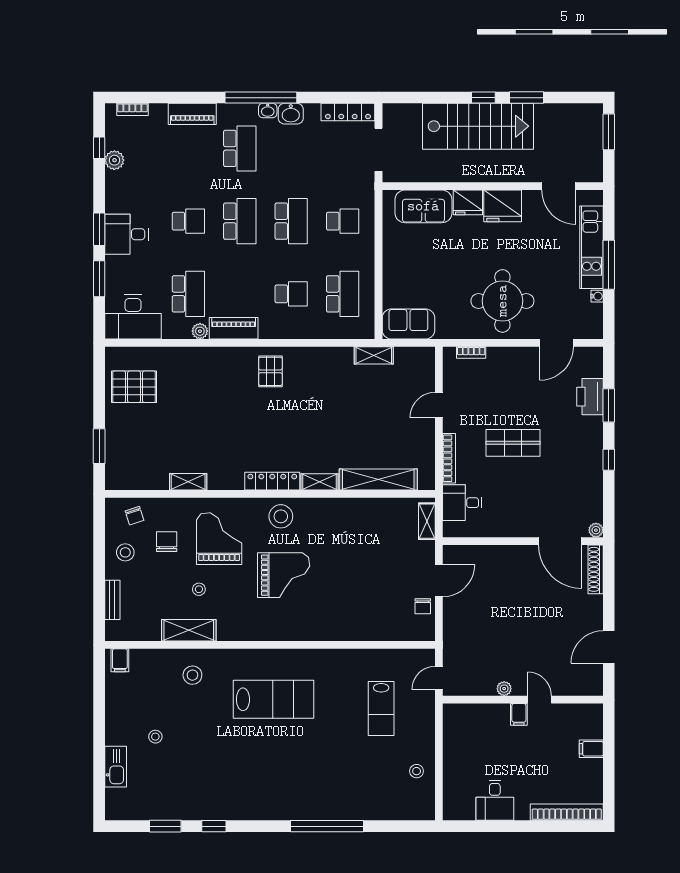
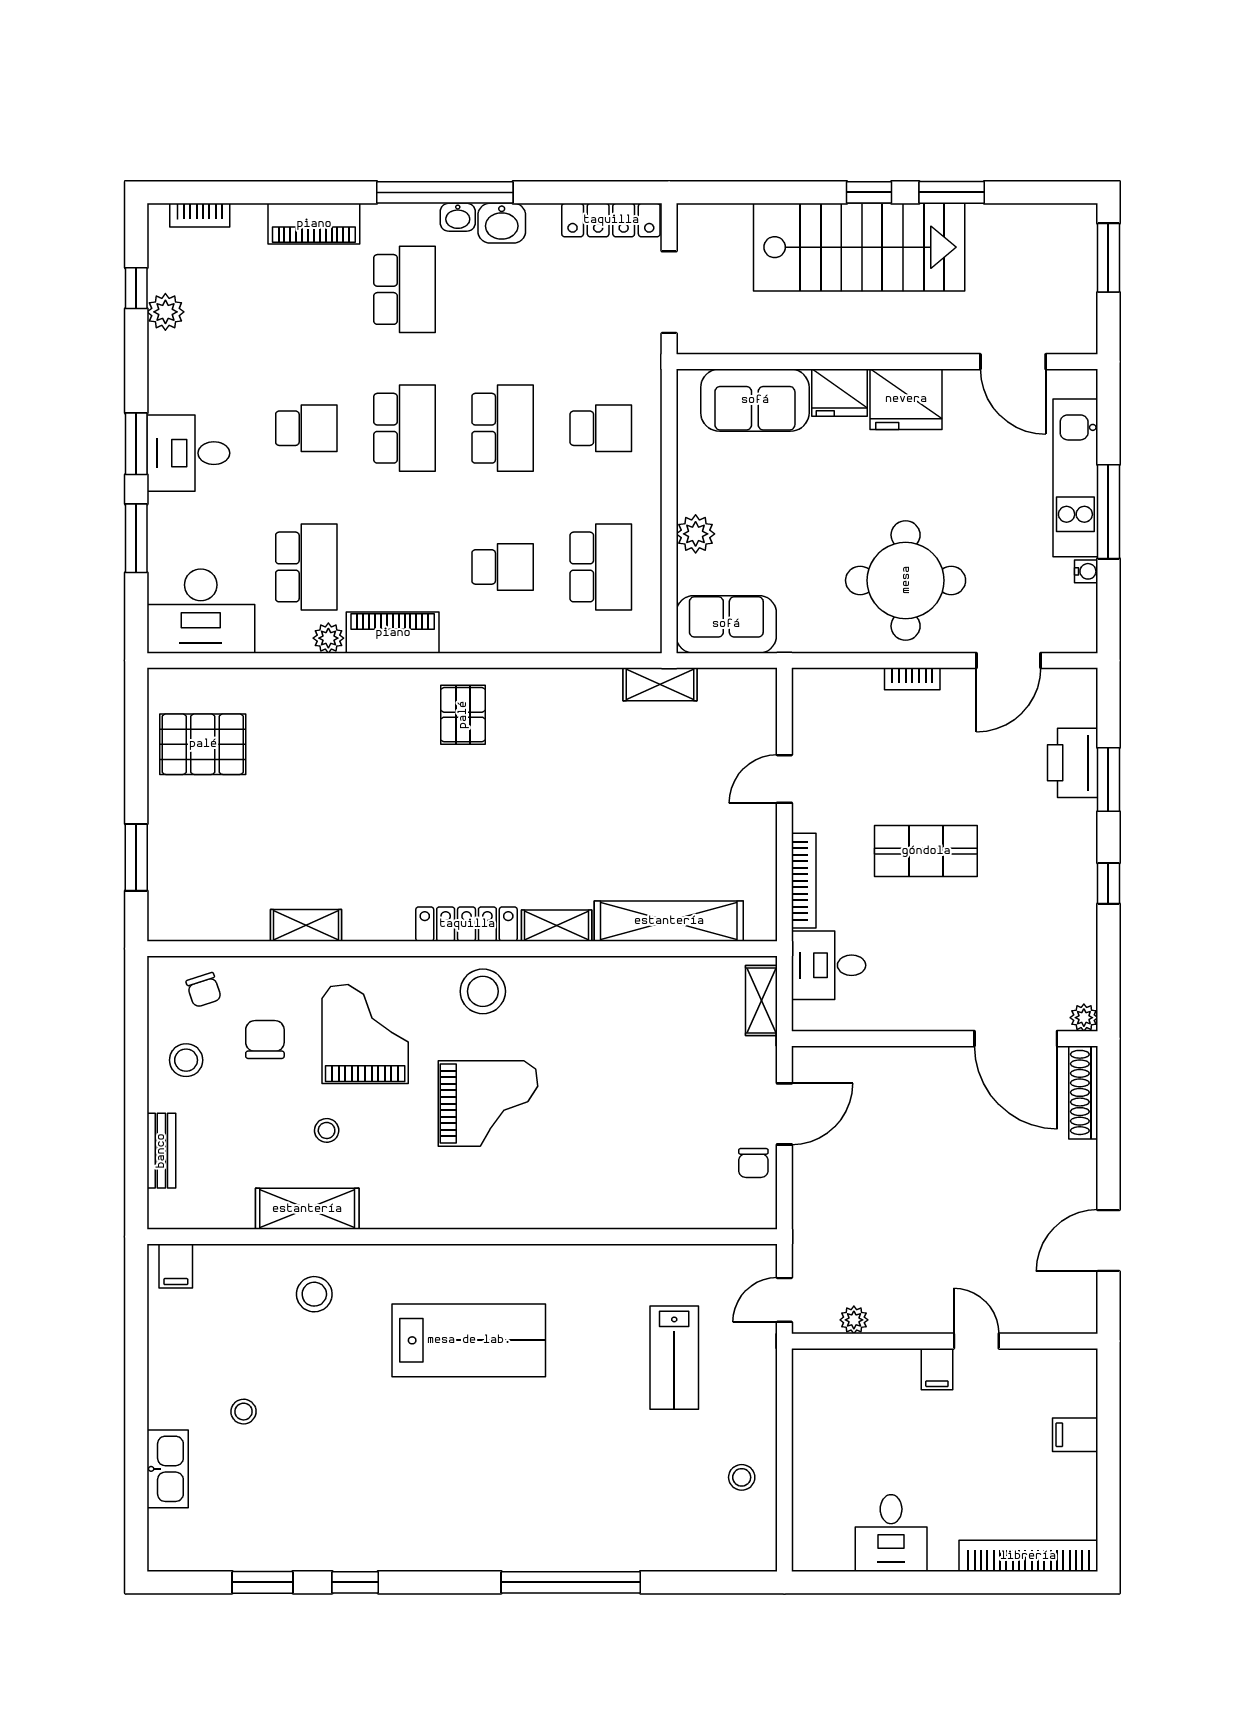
plant: (392, 277) -> (696, 534), added
bookcase: (471, 352) -> (912, 679), moved
plant: (504, 689) -> (854, 1320), moved

